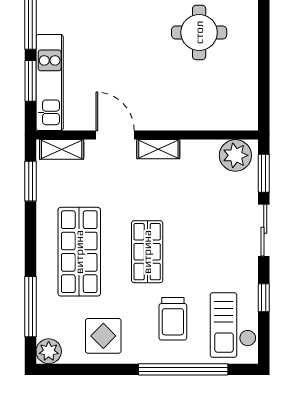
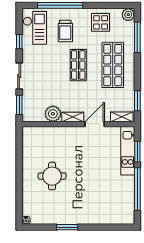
door: (115, 135) -> (95, 124), swing flipped
plant: (235, 155) -> (53, 114), moved
trolley: (173, 319) -> (65, 31), turned 180

